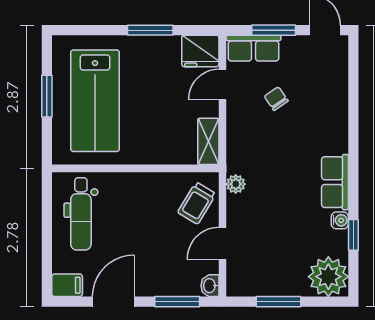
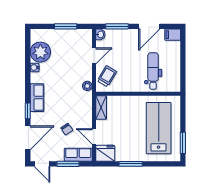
door: (353, 82) -> (28, 138), added
door: (223, 84) -> (94, 136), swing flipped
window: (47, 96) -> (183, 143), moved
row of seats: (335, 182) -> (37, 98), moved
dental chair: (81, 214) -> (153, 71), moved
window: (353, 235) -> (28, 111), moved
plant: (328, 277) -> (40, 52), moved

